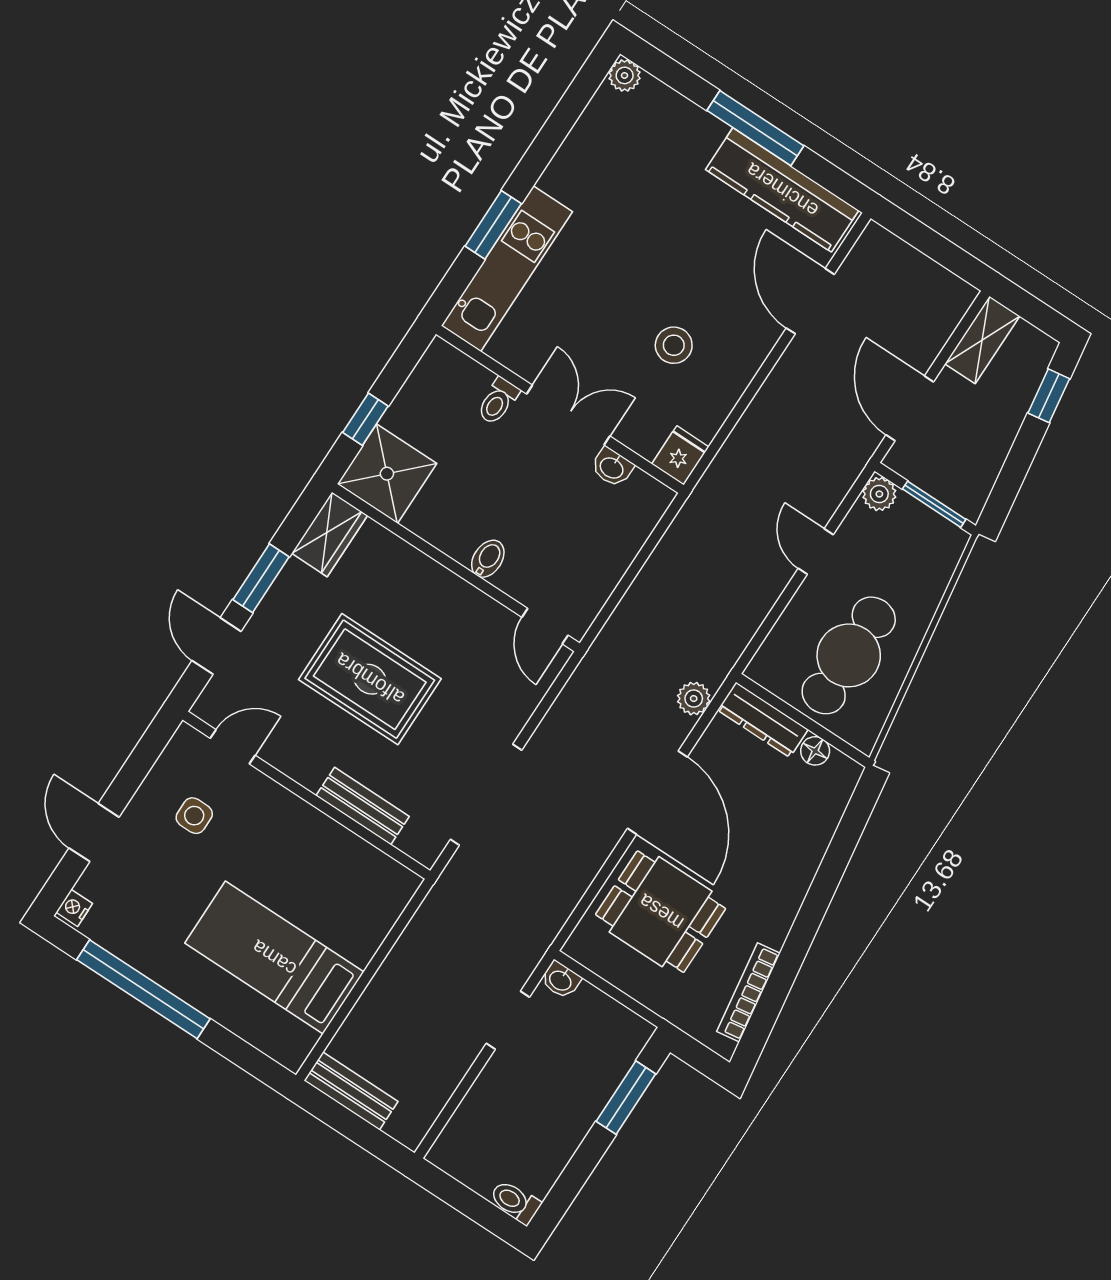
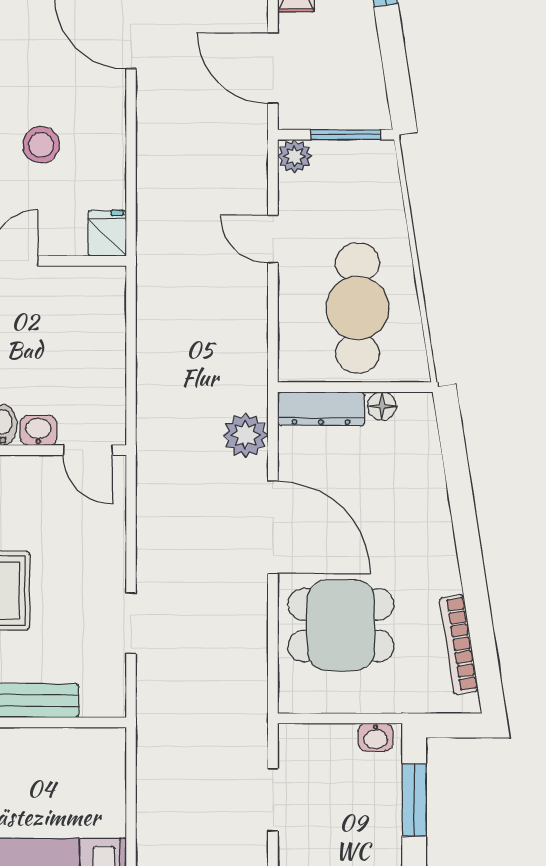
washbasin: (612, 467) -> (38, 430), moved, turned 180
plant: (694, 699) -> (245, 435), width x1.38, depth x1.38
doorway: (486, 795) -> (131, 623), width x0.53
washbasin: (561, 980) -> (375, 737), moved

